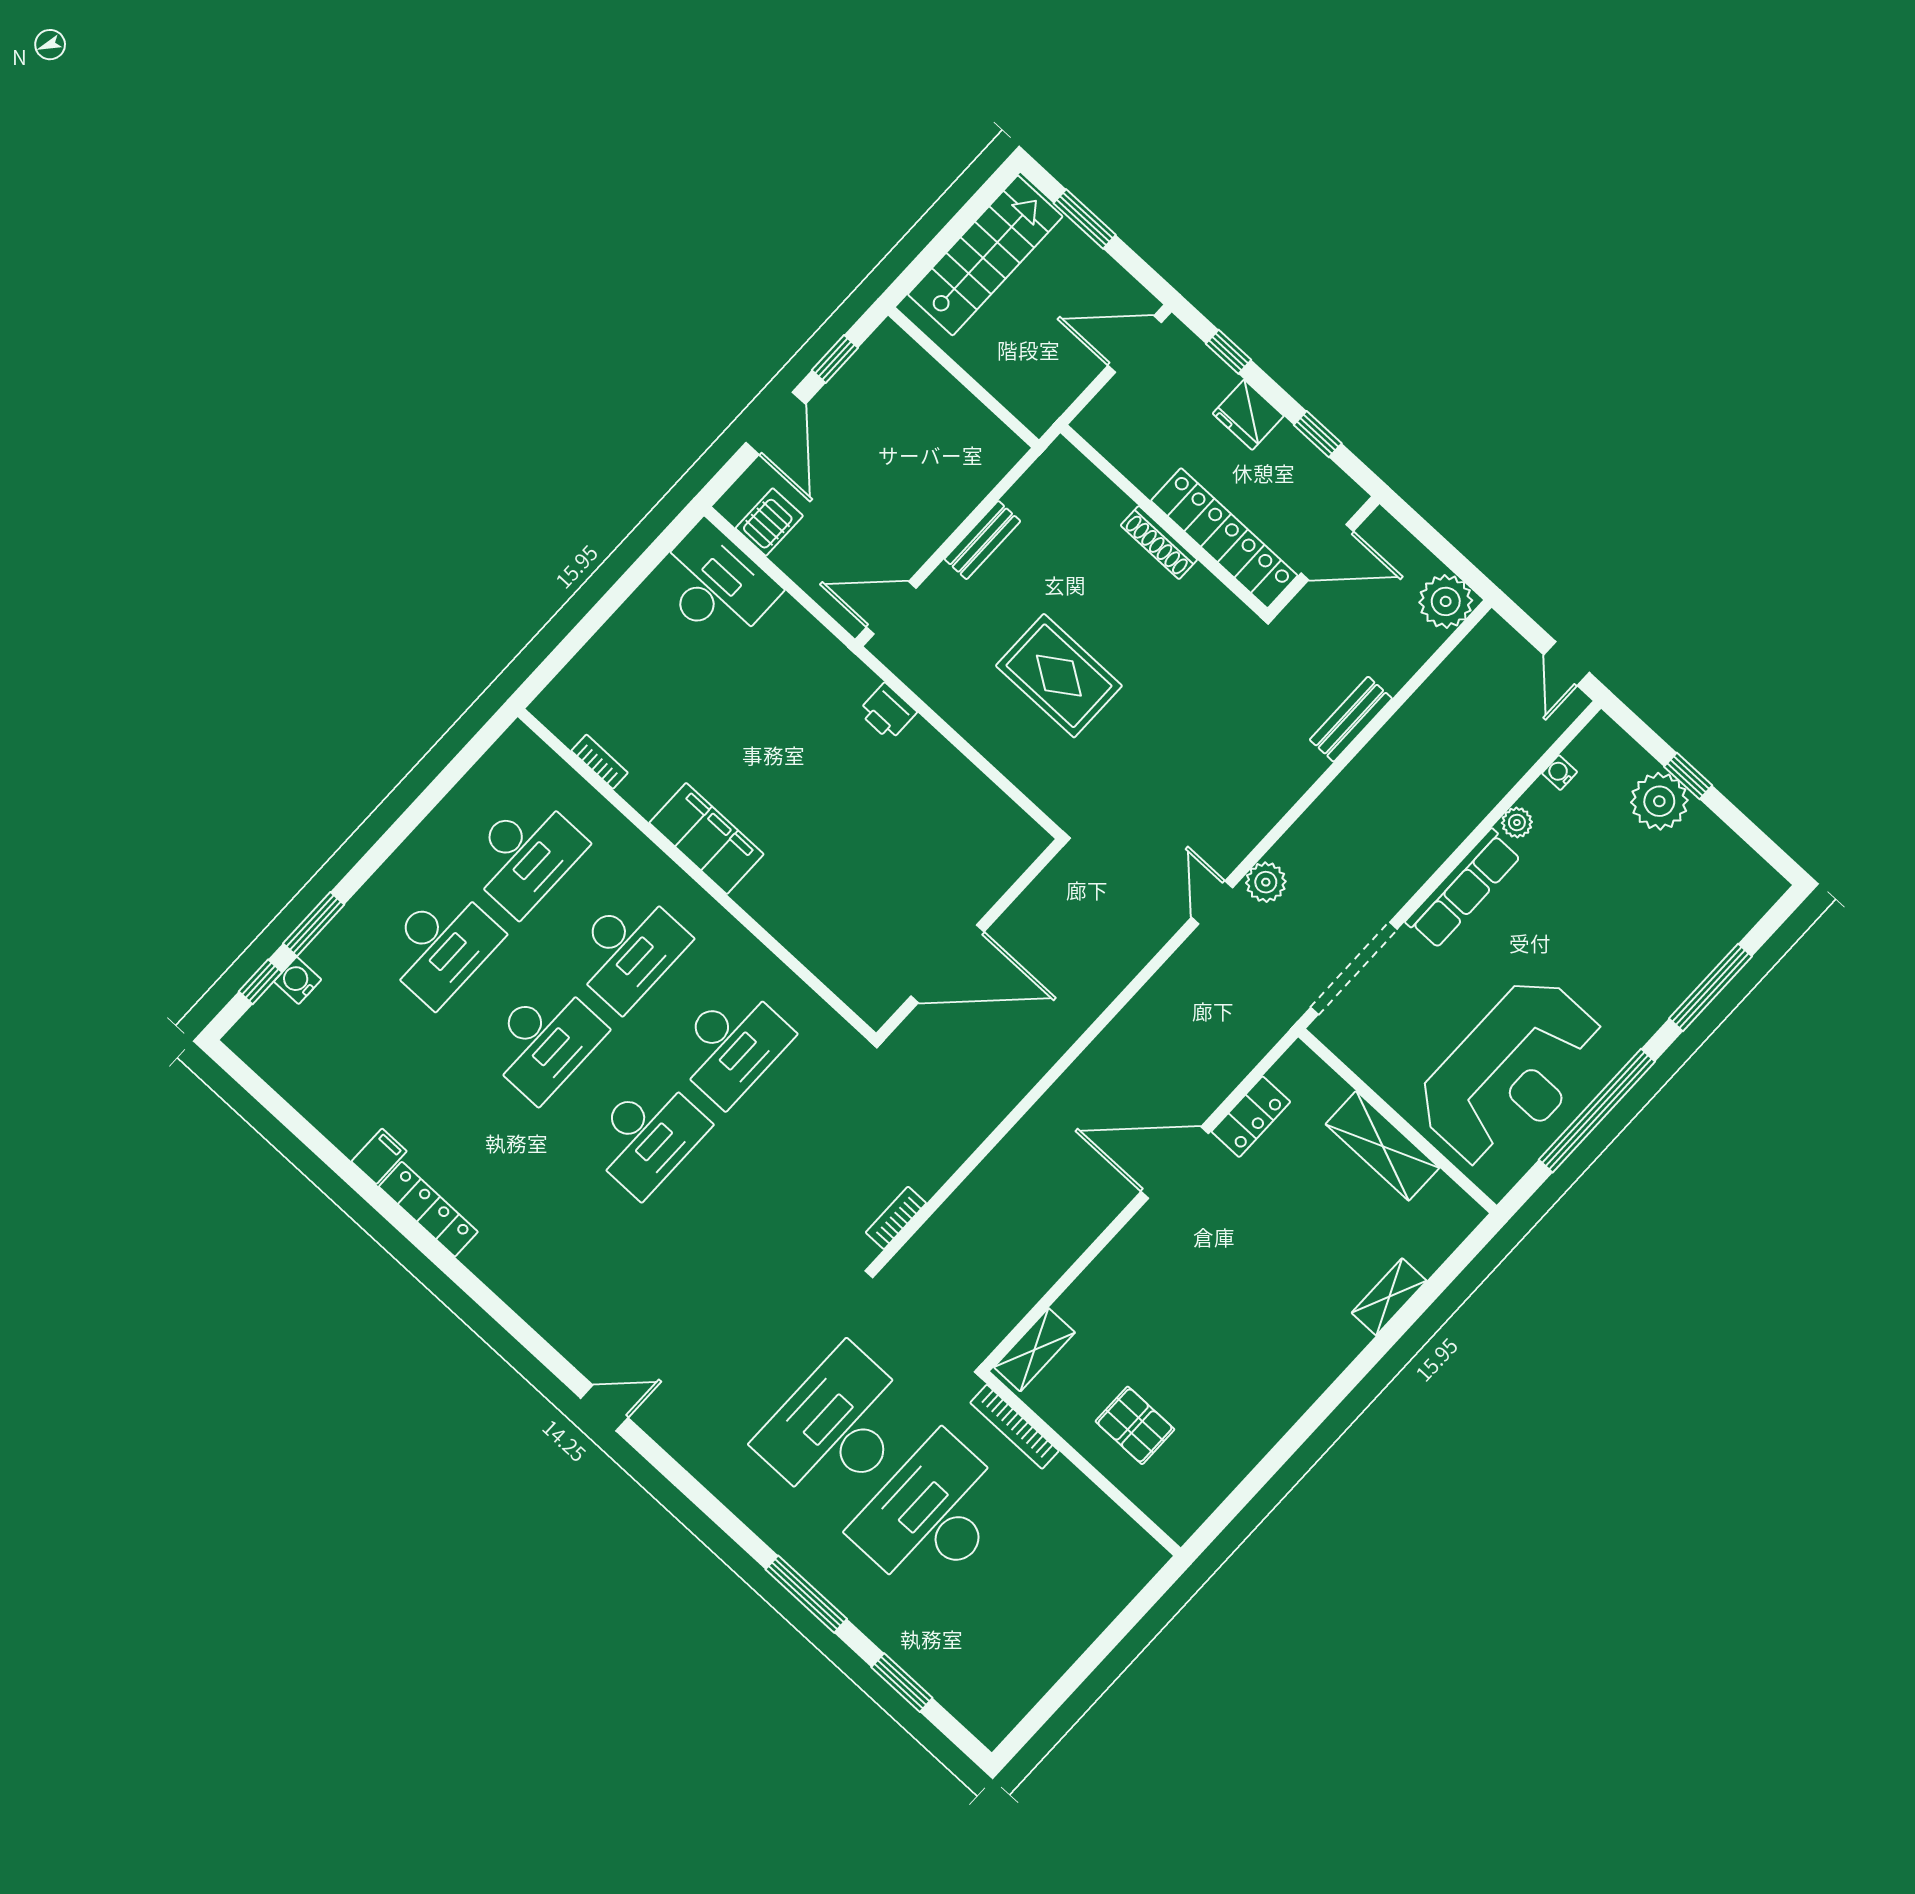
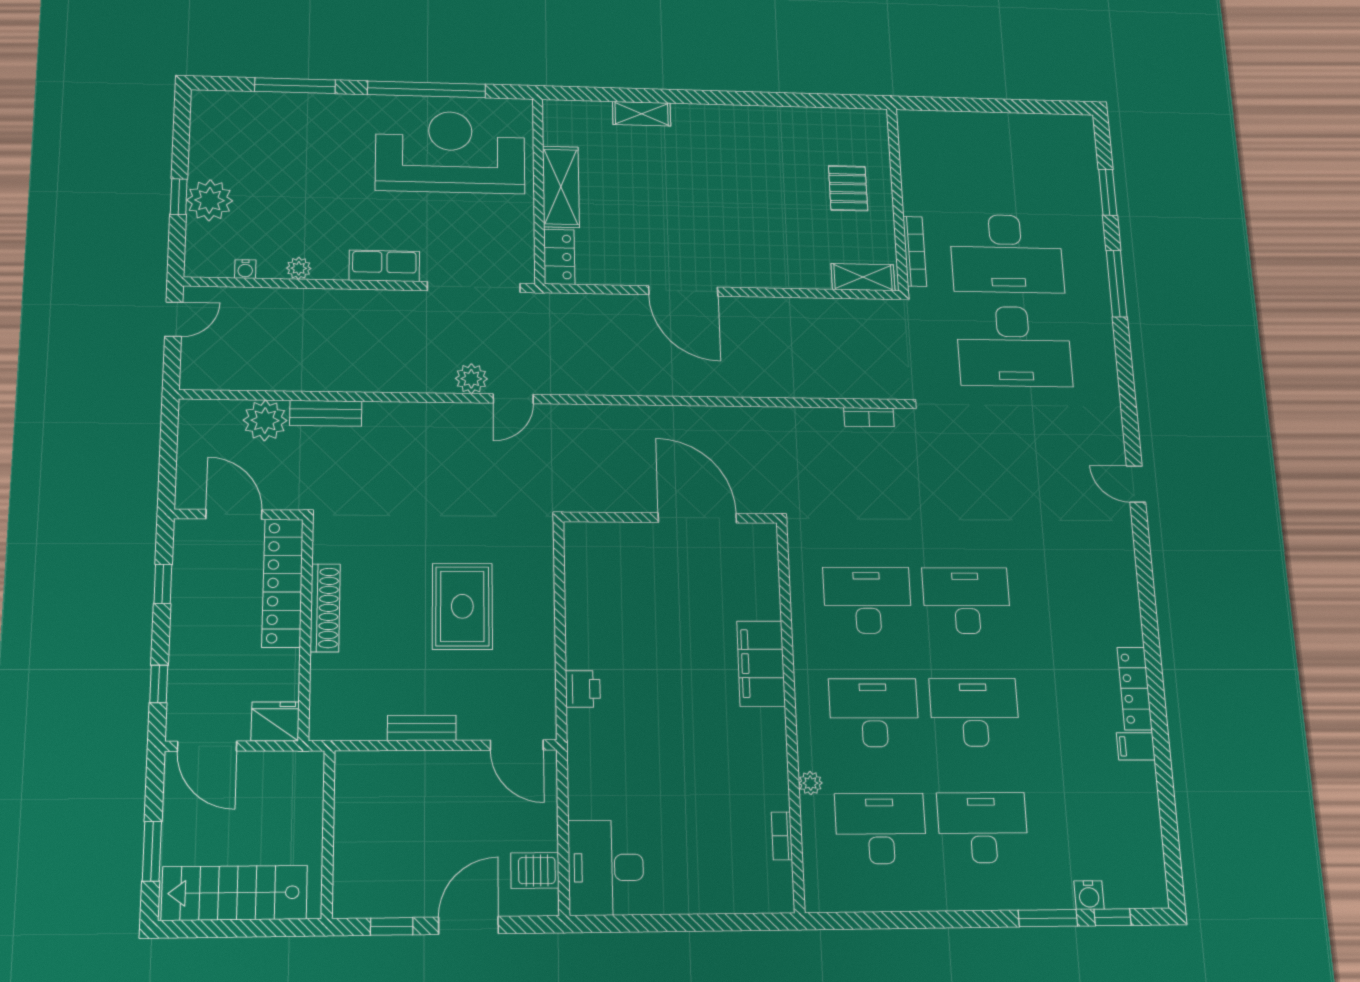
fridge: (1248, 415) -> (275, 721), moved, turned -90
shoe rack: (1159, 543) -> (325, 608), width x1.36, depth x1.24
plant: (1446, 601) -> (265, 420), moved
plant: (621, 832) -> (810, 783), added
filing cabinet: (706, 838) -> (761, 664), moved
row of seats: (1463, 889) -> (384, 266), width x0.68
locker: (1251, 1117) -> (559, 257), moved, turned 90

